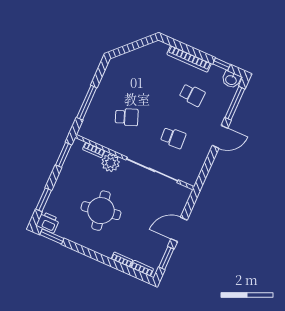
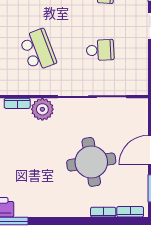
school desk: (127, 117) -> (38, 50), width x1.85
round table: (101, 211) -> (91, 162), moved

